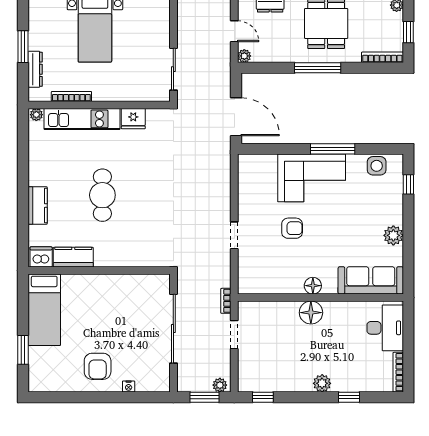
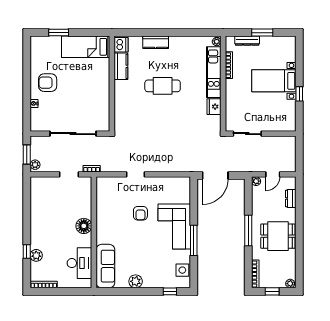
floor lamp: (313, 286) -> (102, 227), removed
desk: (385, 328) -> (79, 263), moved, turned -90
plant: (322, 383) -> (36, 255), moved
window: (263, 397) -> (27, 194), removed

